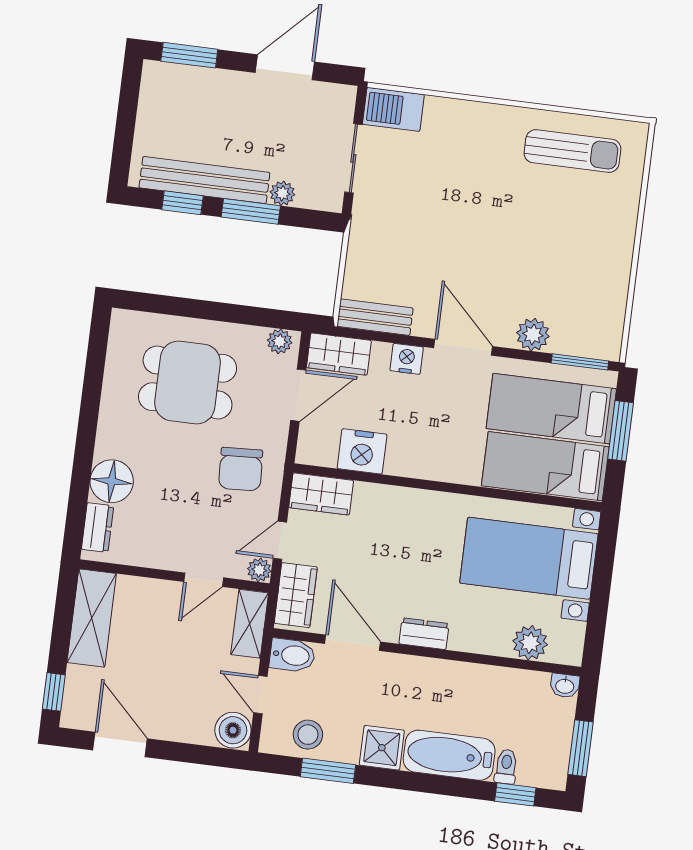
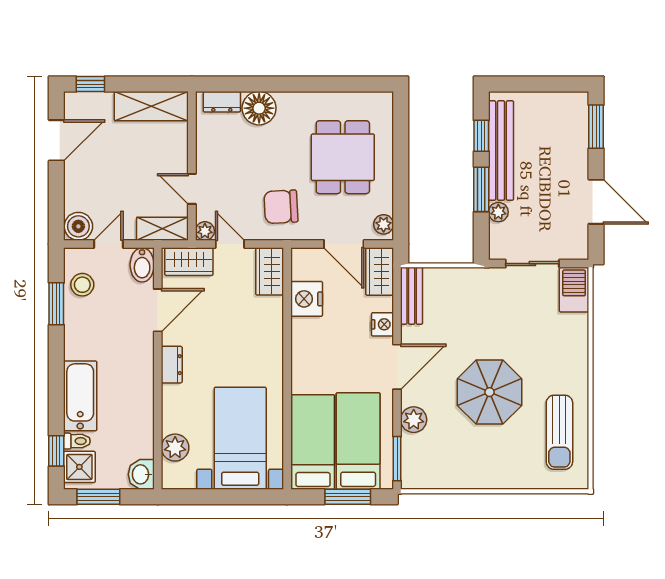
parasol: (510, 234) -> (490, 392), added
washbasin: (565, 686) -> (141, 474), width x1.38, depth x1.45
shower: (382, 748) -> (79, 467), moved

